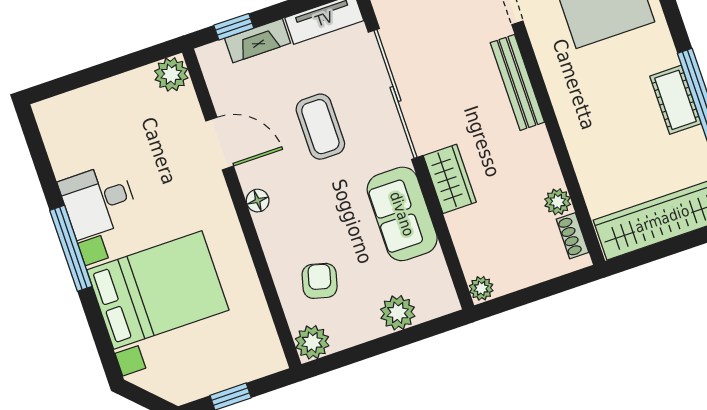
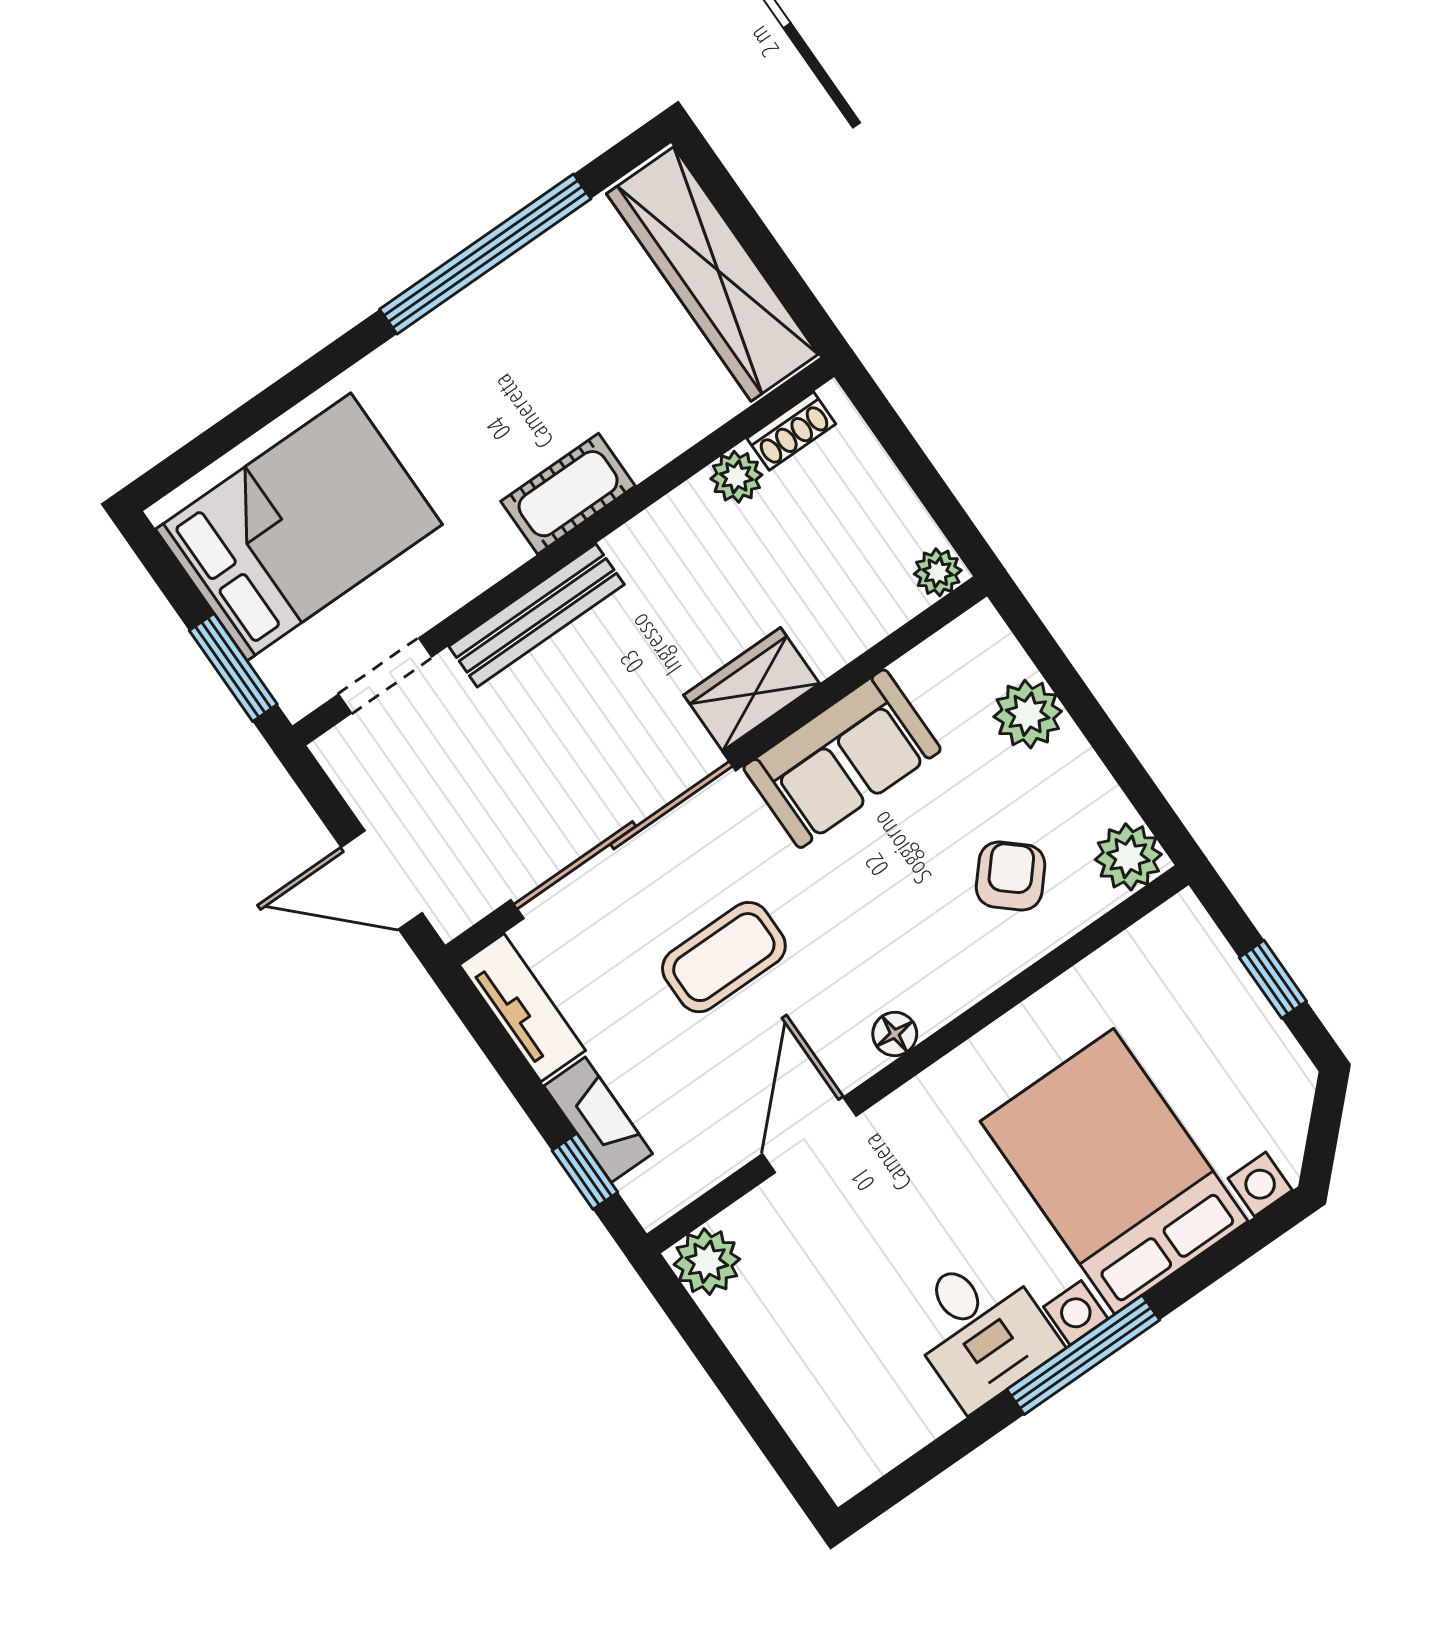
cot: (675, 100) -> (568, 494), moved
armchair: (320, 281) -> (1011, 876), turned 116

